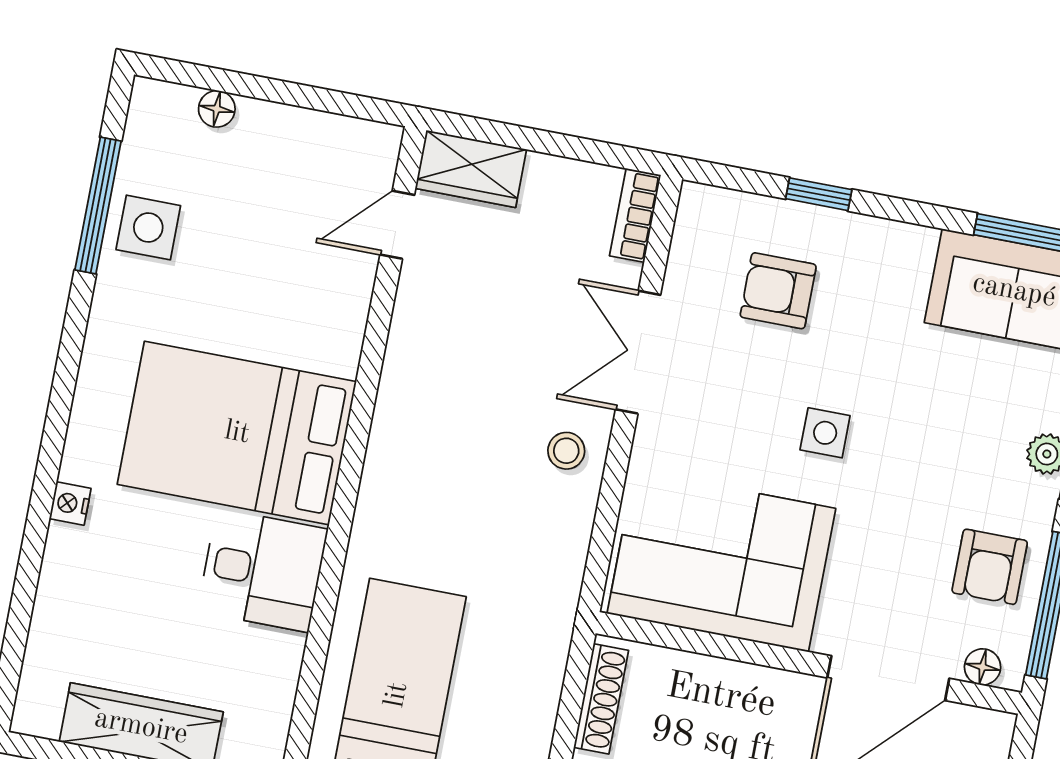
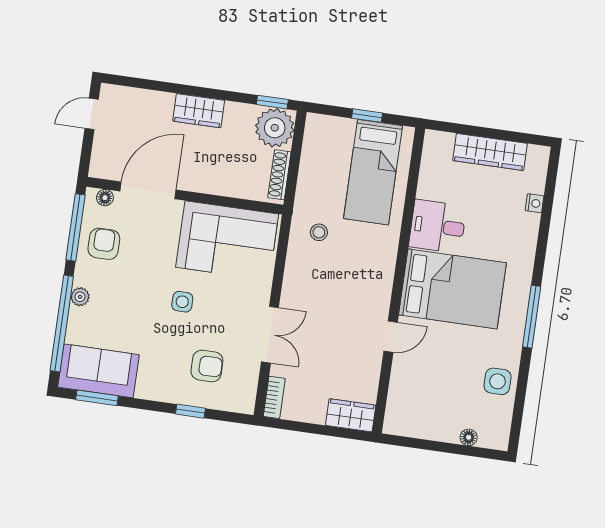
window: (98, 205) -> (532, 317), moved
door: (397, 225) -> (391, 337), moved
stool: (566, 451) -> (319, 232), moved
nightstand: (70, 503) -> (535, 203), moved

